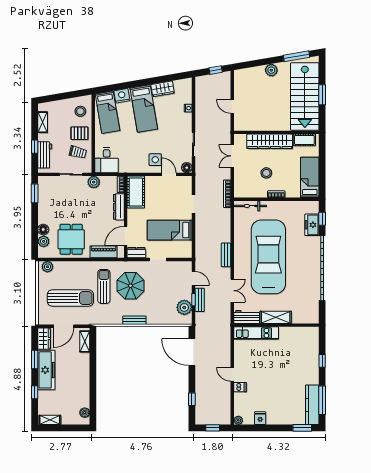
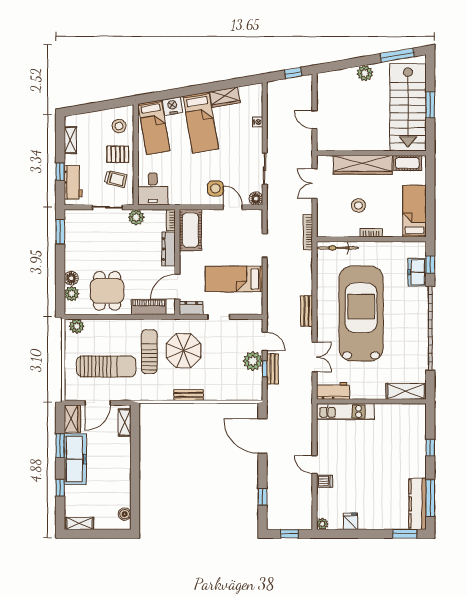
plant: (184, 307) -> (253, 361), moved
shelving: (276, 317) -> (406, 391), moved

